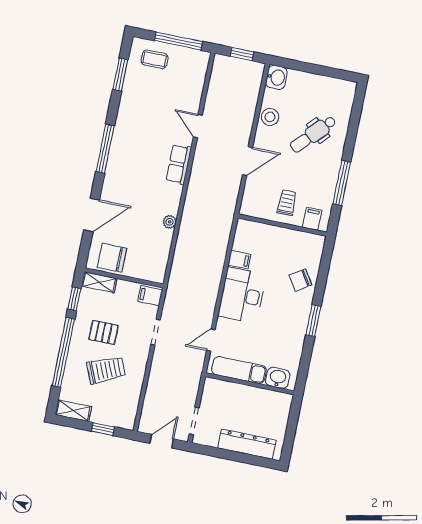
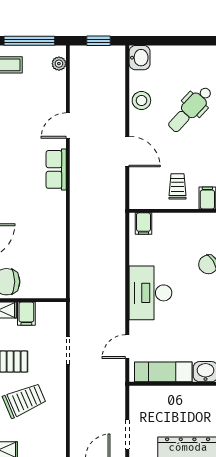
door: (198, 126) -> (68, 126), hinge flipped
door: (247, 161) -> (127, 151), hinge flipped
plant: (170, 222) -> (59, 64), moved
filing cabinet: (239, 260) -> (144, 224), moved, turned 90
filing cabinet: (150, 296) -> (26, 314), moved, turned -90

